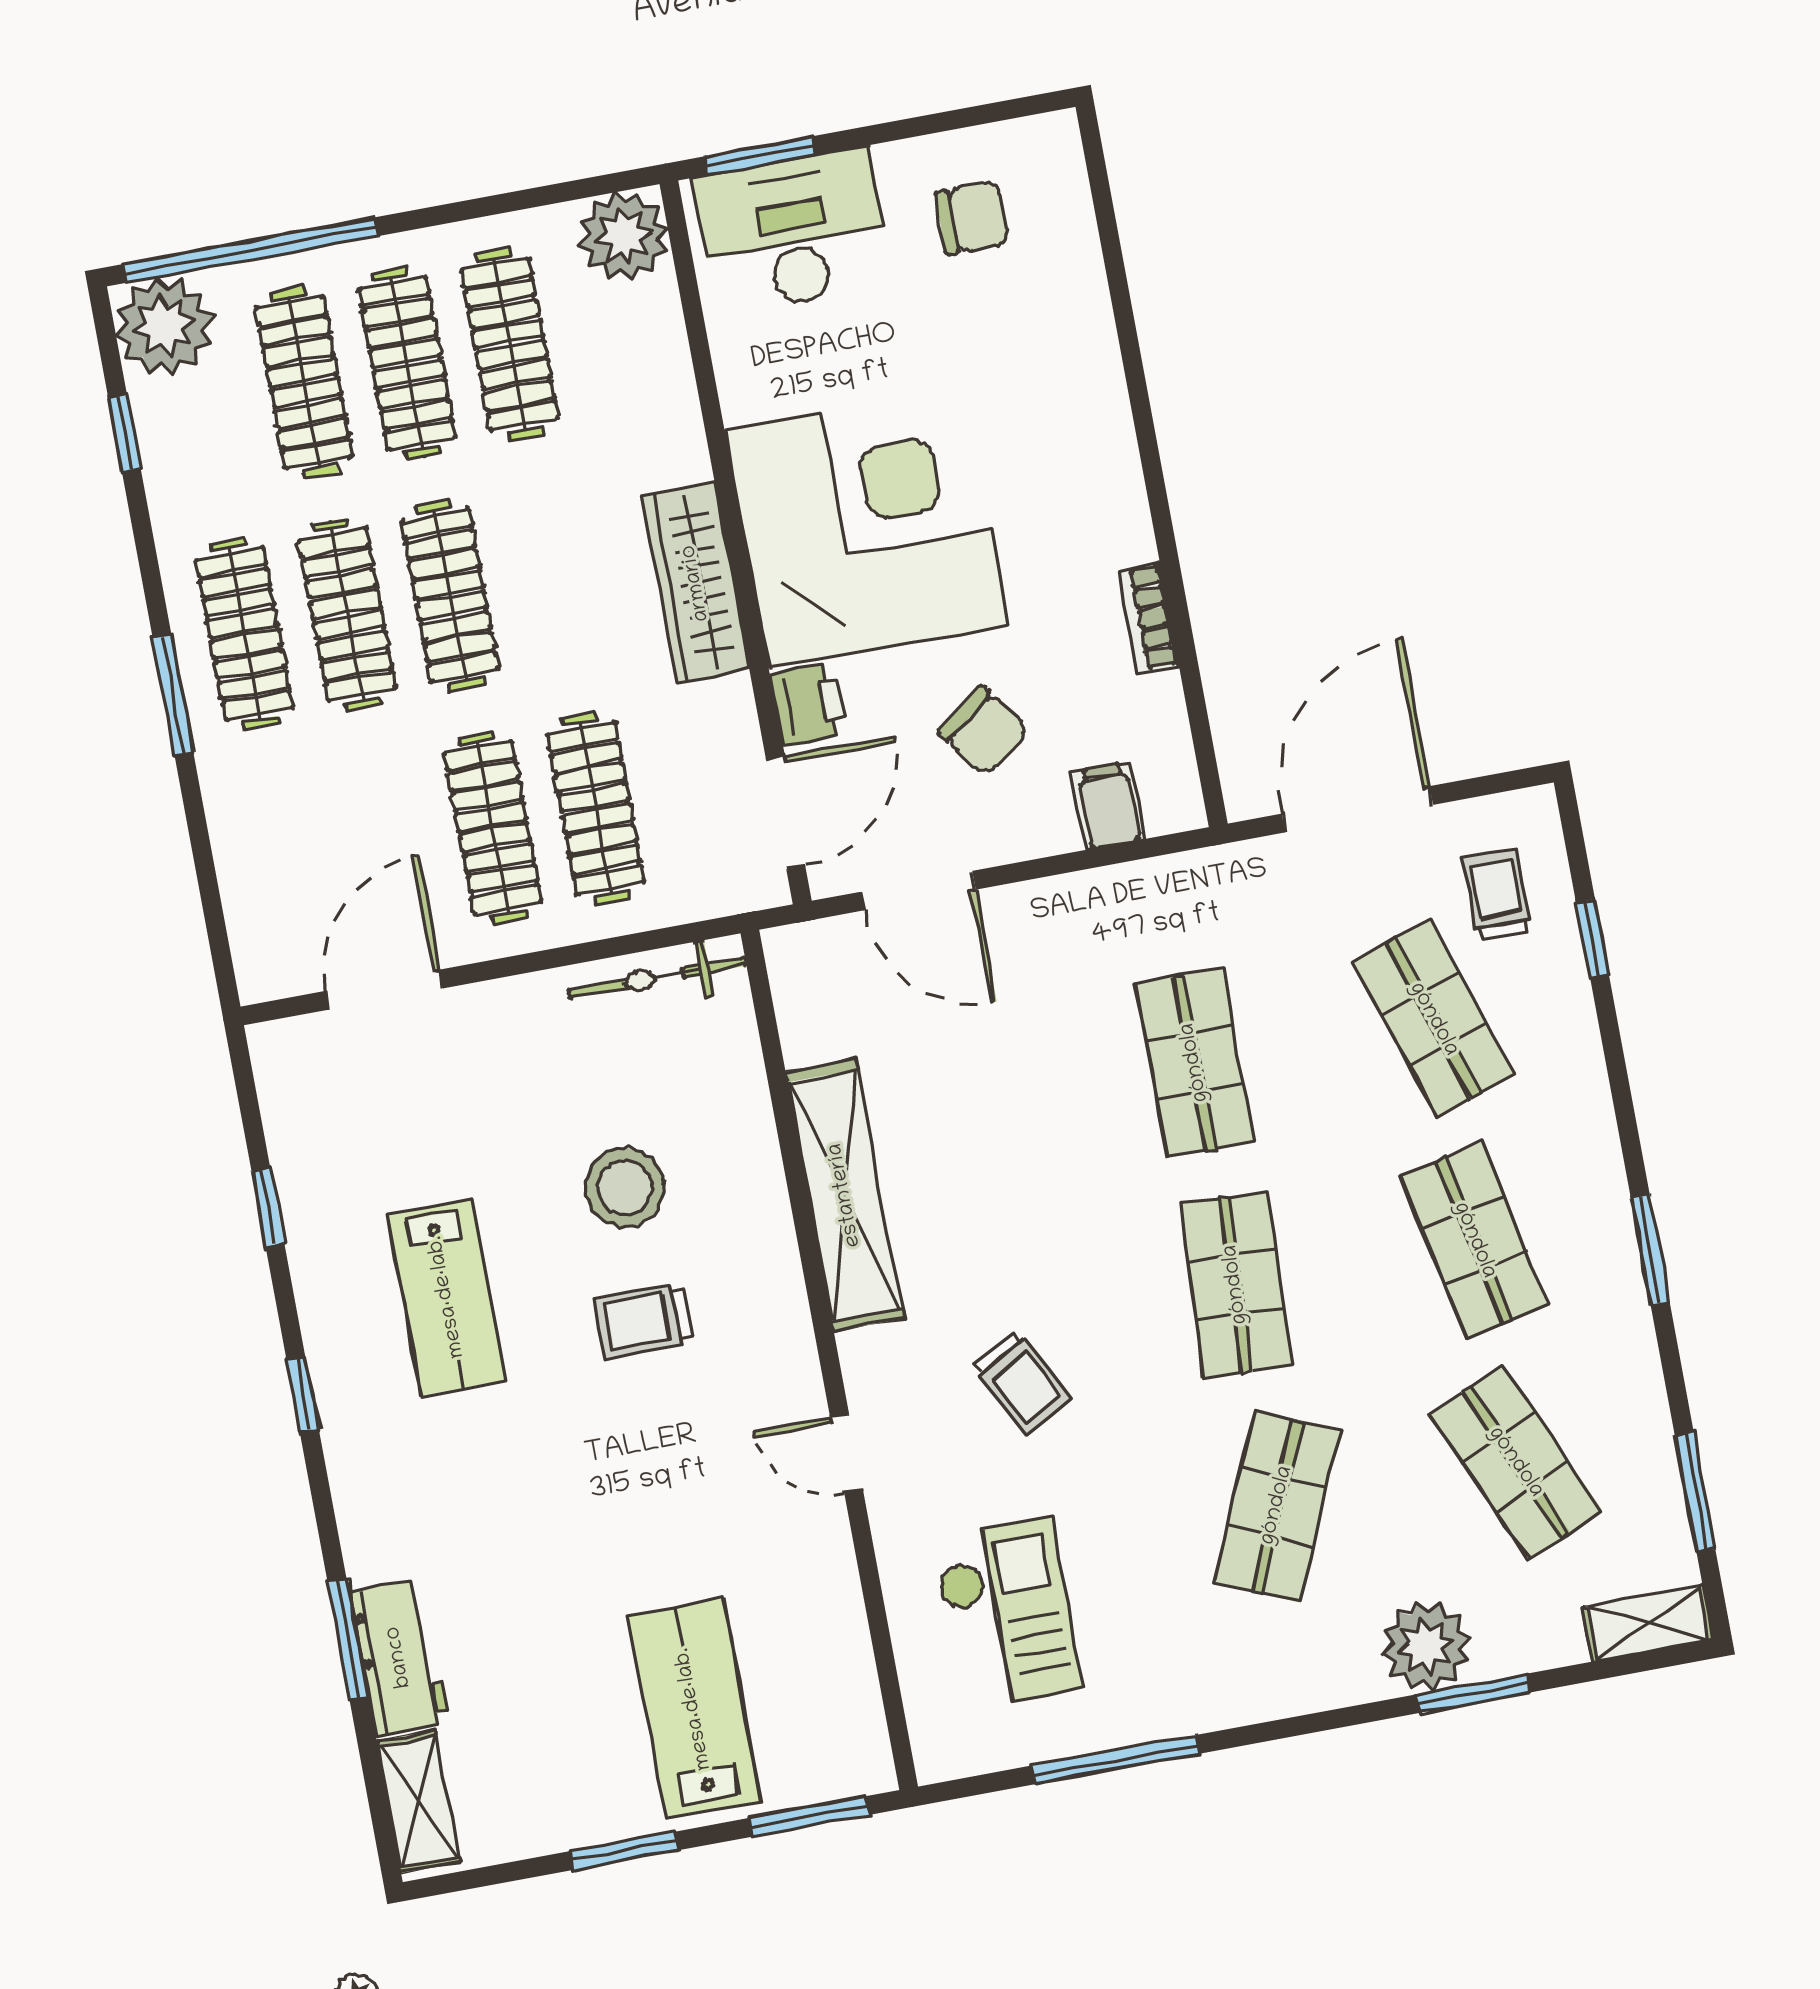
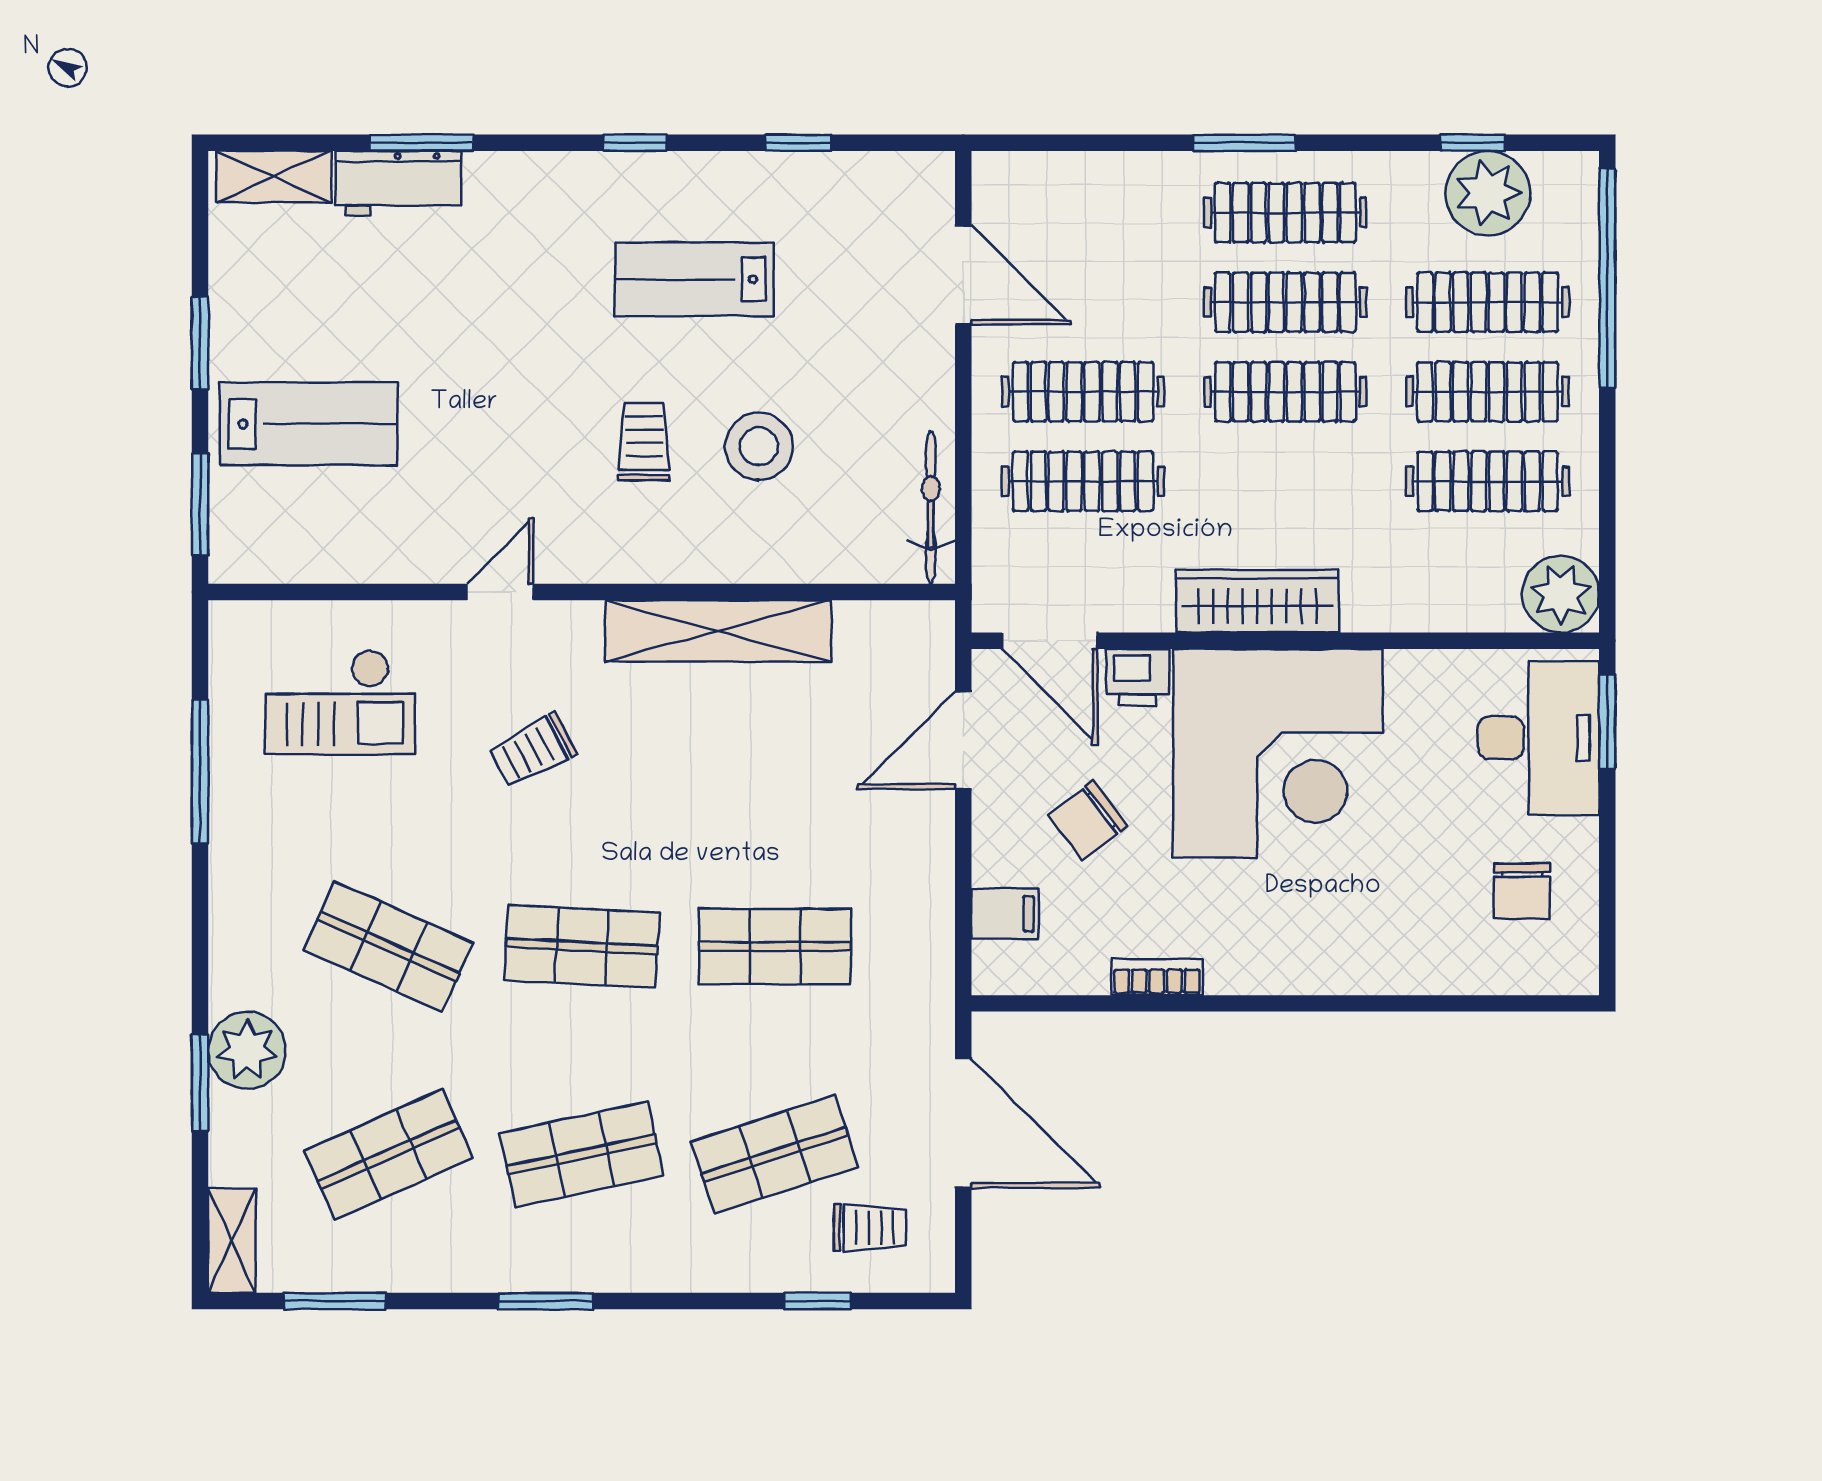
plant: (164, 326) -> (1488, 193), moved

